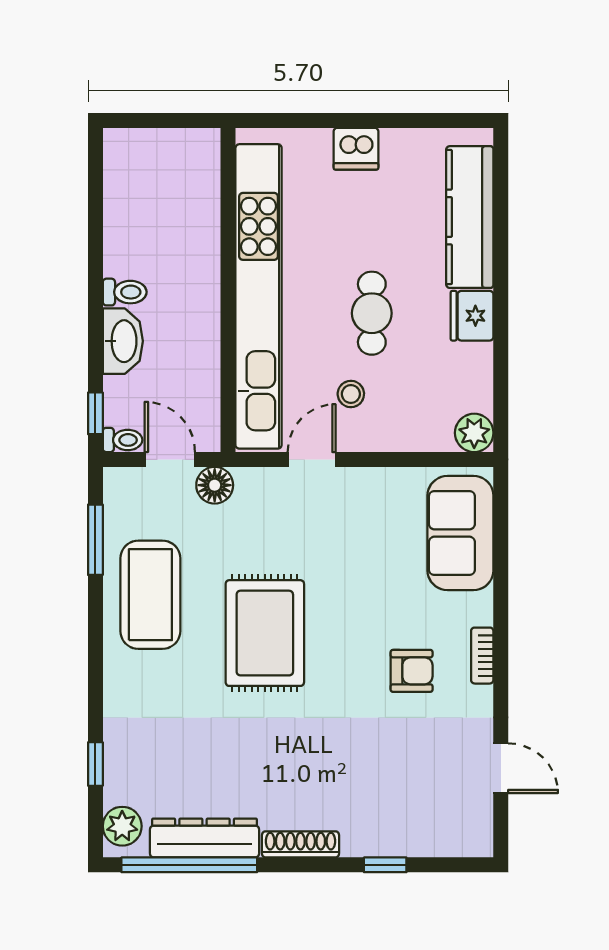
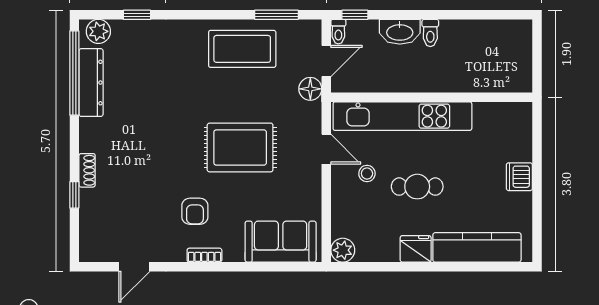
kitchen unit: (259, 296) -> (402, 116), width x0.73
rug: (265, 633) -> (240, 147), moved
shoe rack: (300, 844) -> (87, 170), moved, width x0.70

